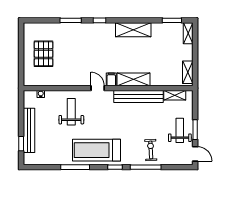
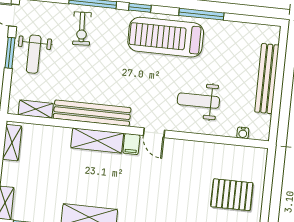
pallet: (44, 54) -> (232, 195), turned 90
weight bench: (71, 112) -> (198, 101), turned 90
window: (21, 144) -> (281, 59), removed
treadmill: (96, 150) -> (166, 37), turned 180

